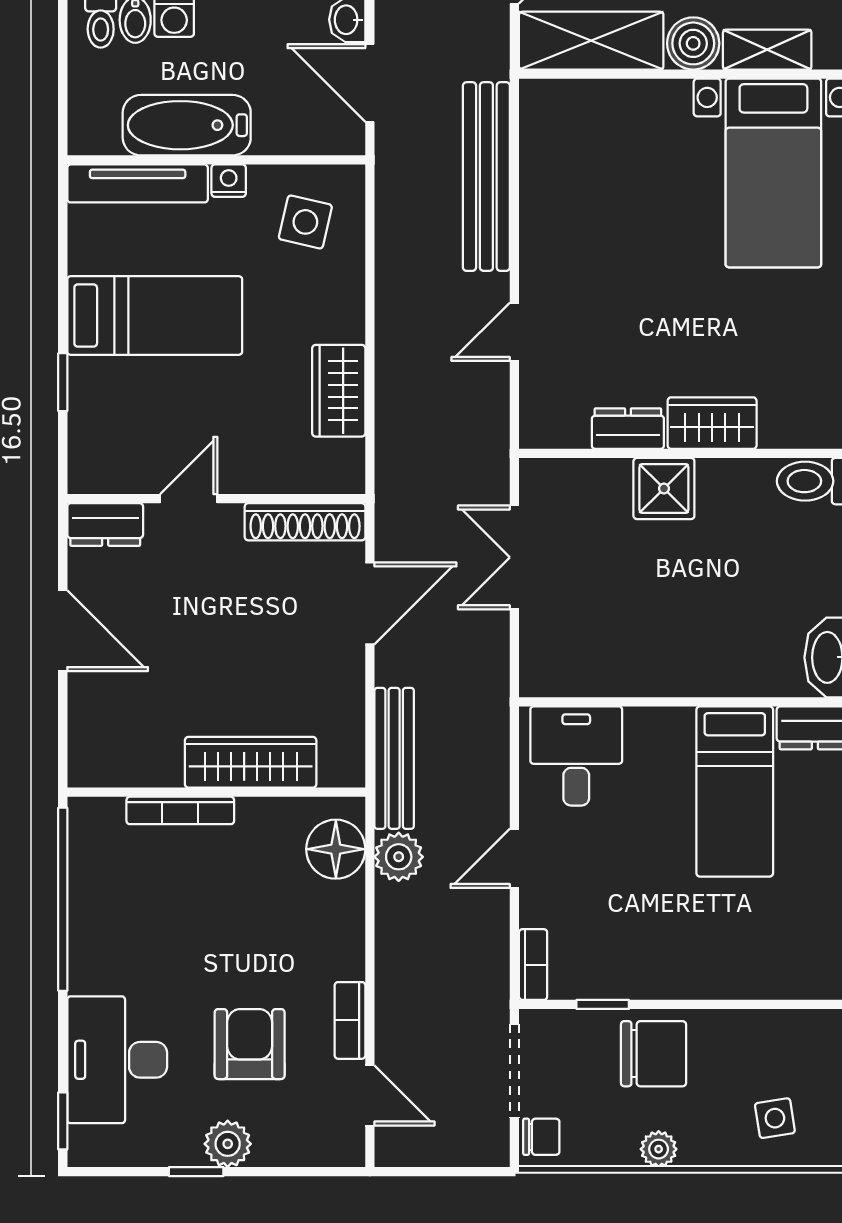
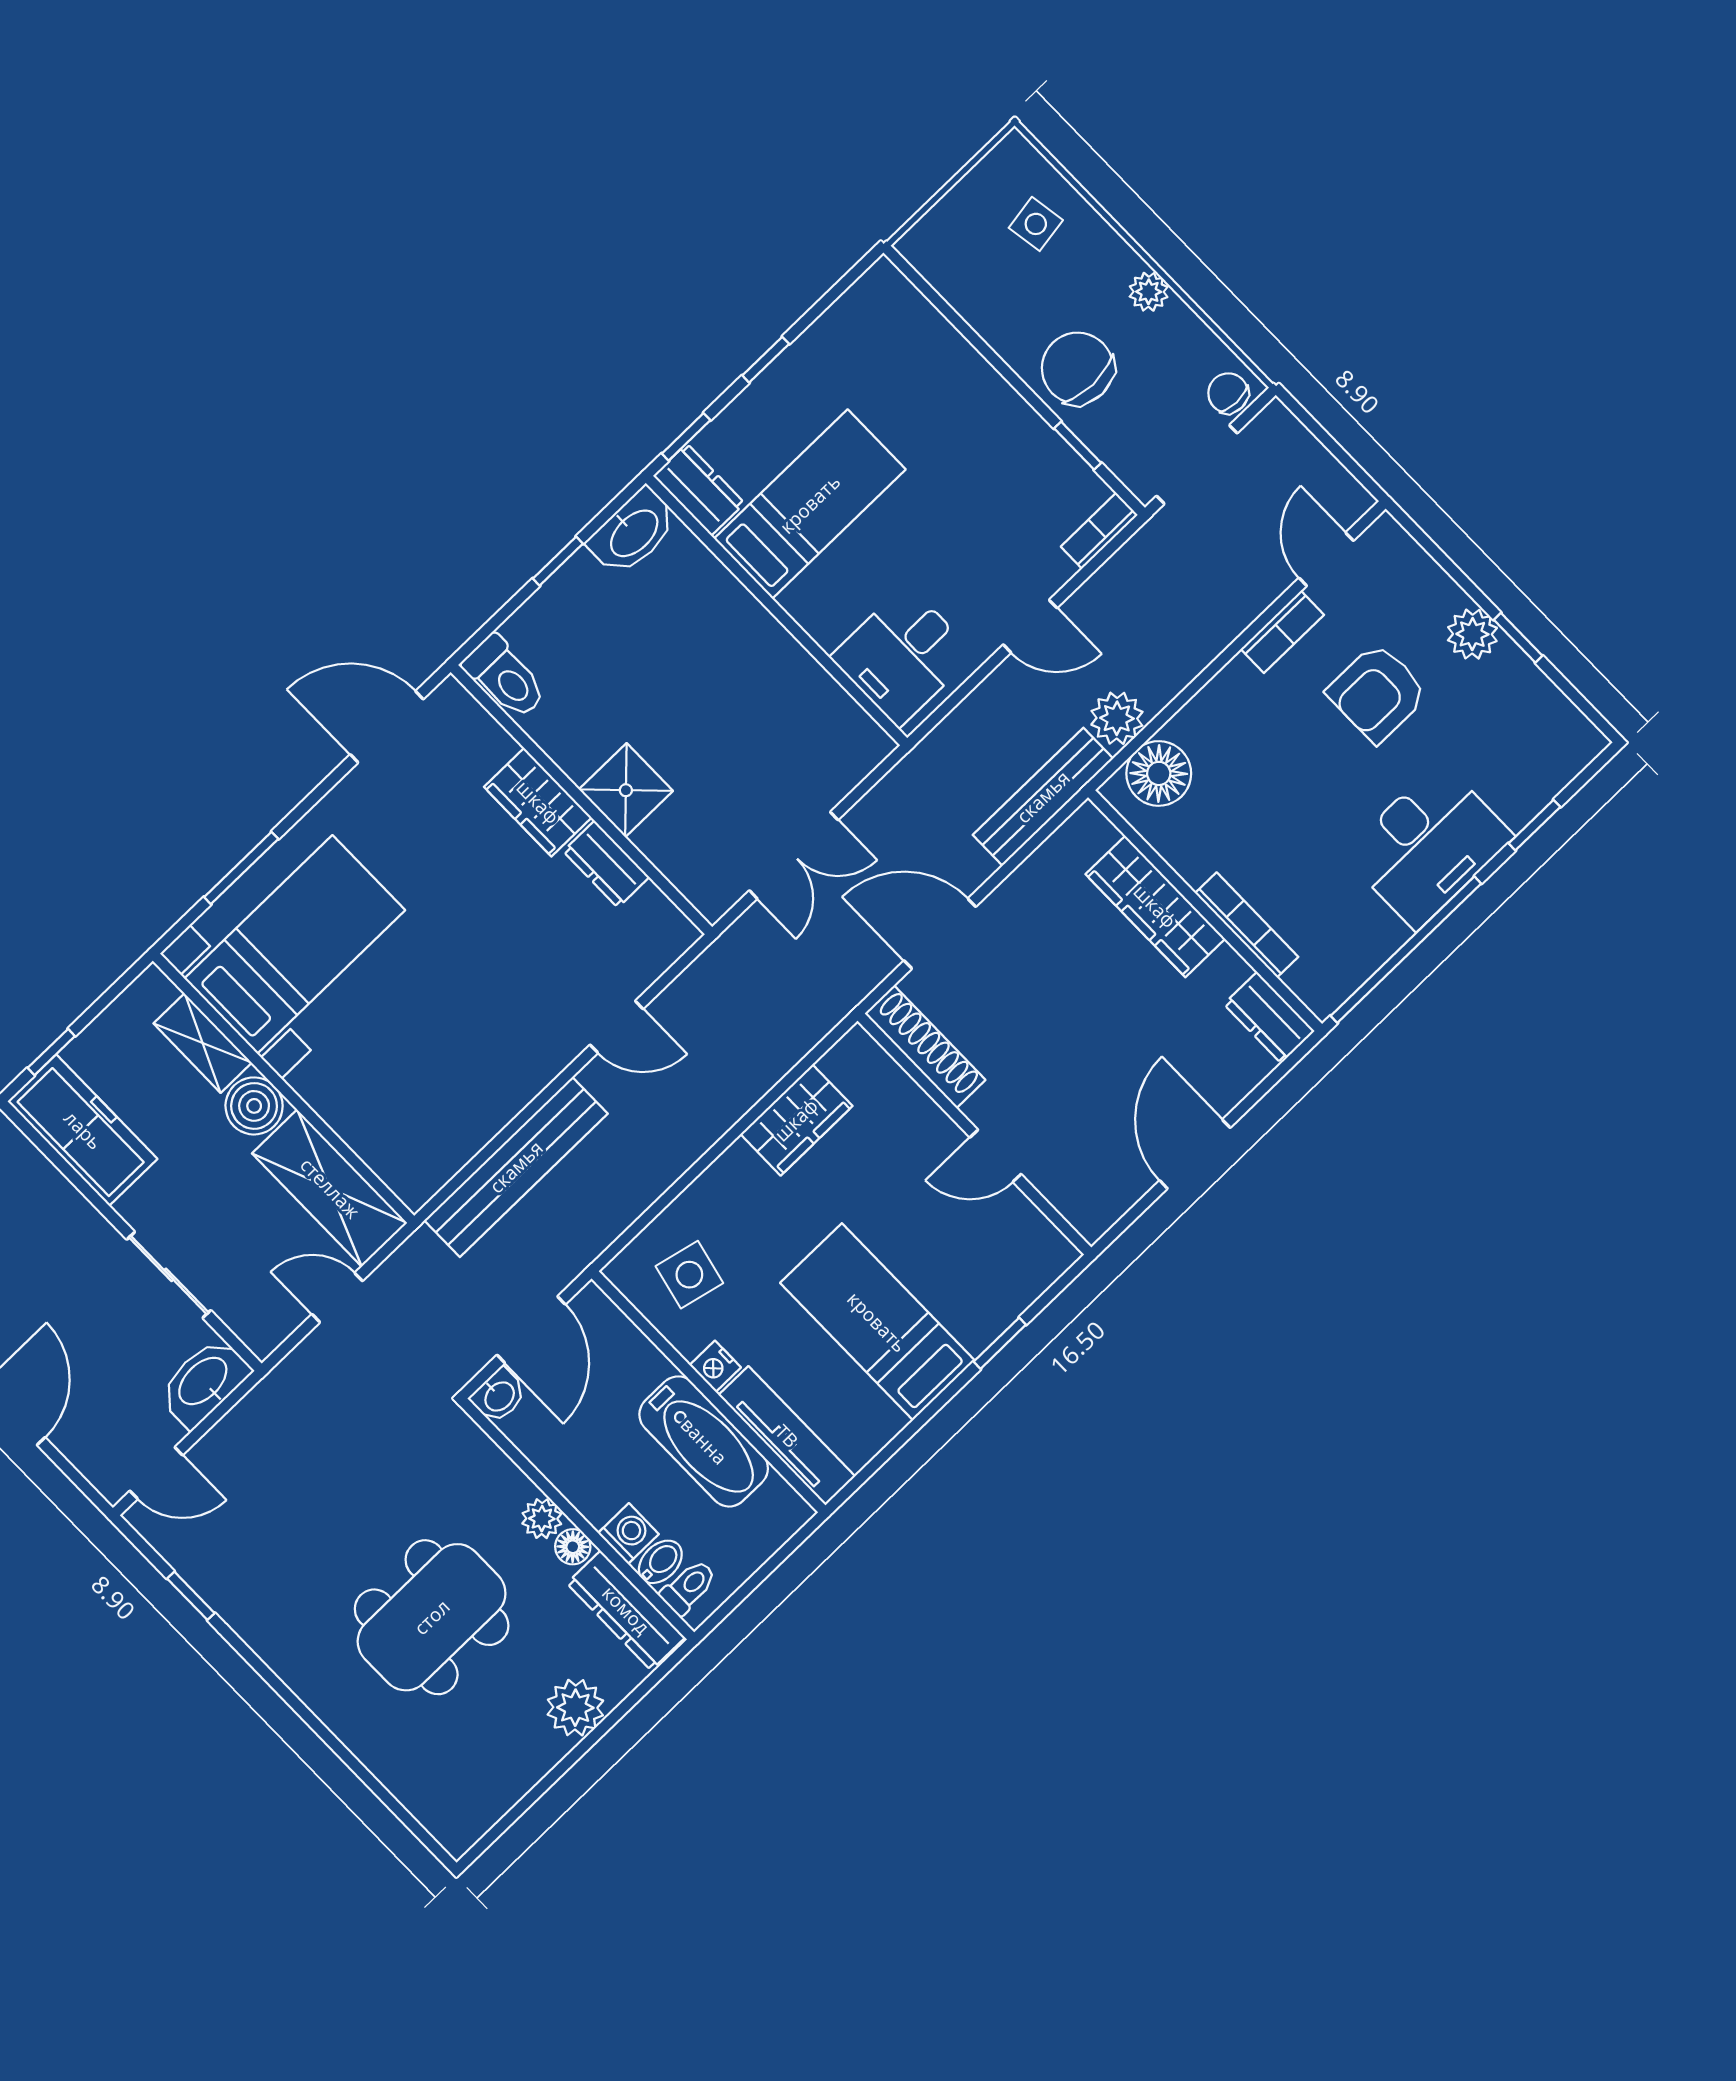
dresser: (105, 524) -> (1269, 1018), moved, turned 180
desk: (117, 1060) -> (1428, 845), moved
window: (63, 1121) -> (1534, 825), moved

